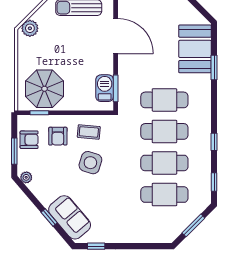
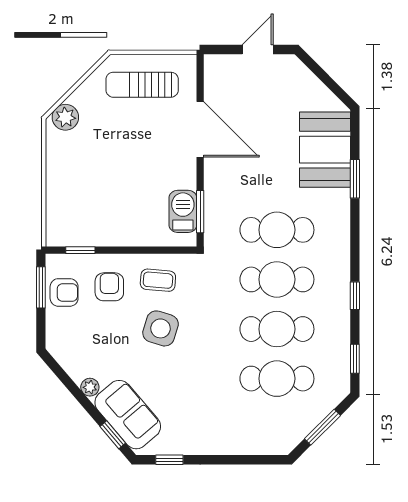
parasol: (45, 89) -> (88, 212), removed
armchair: (58, 136) -> (109, 287), turned 180
window: (14, 151) -> (41, 287), moved
plant: (26, 177) -> (90, 387), moved
window: (49, 217) -> (113, 435), moved

